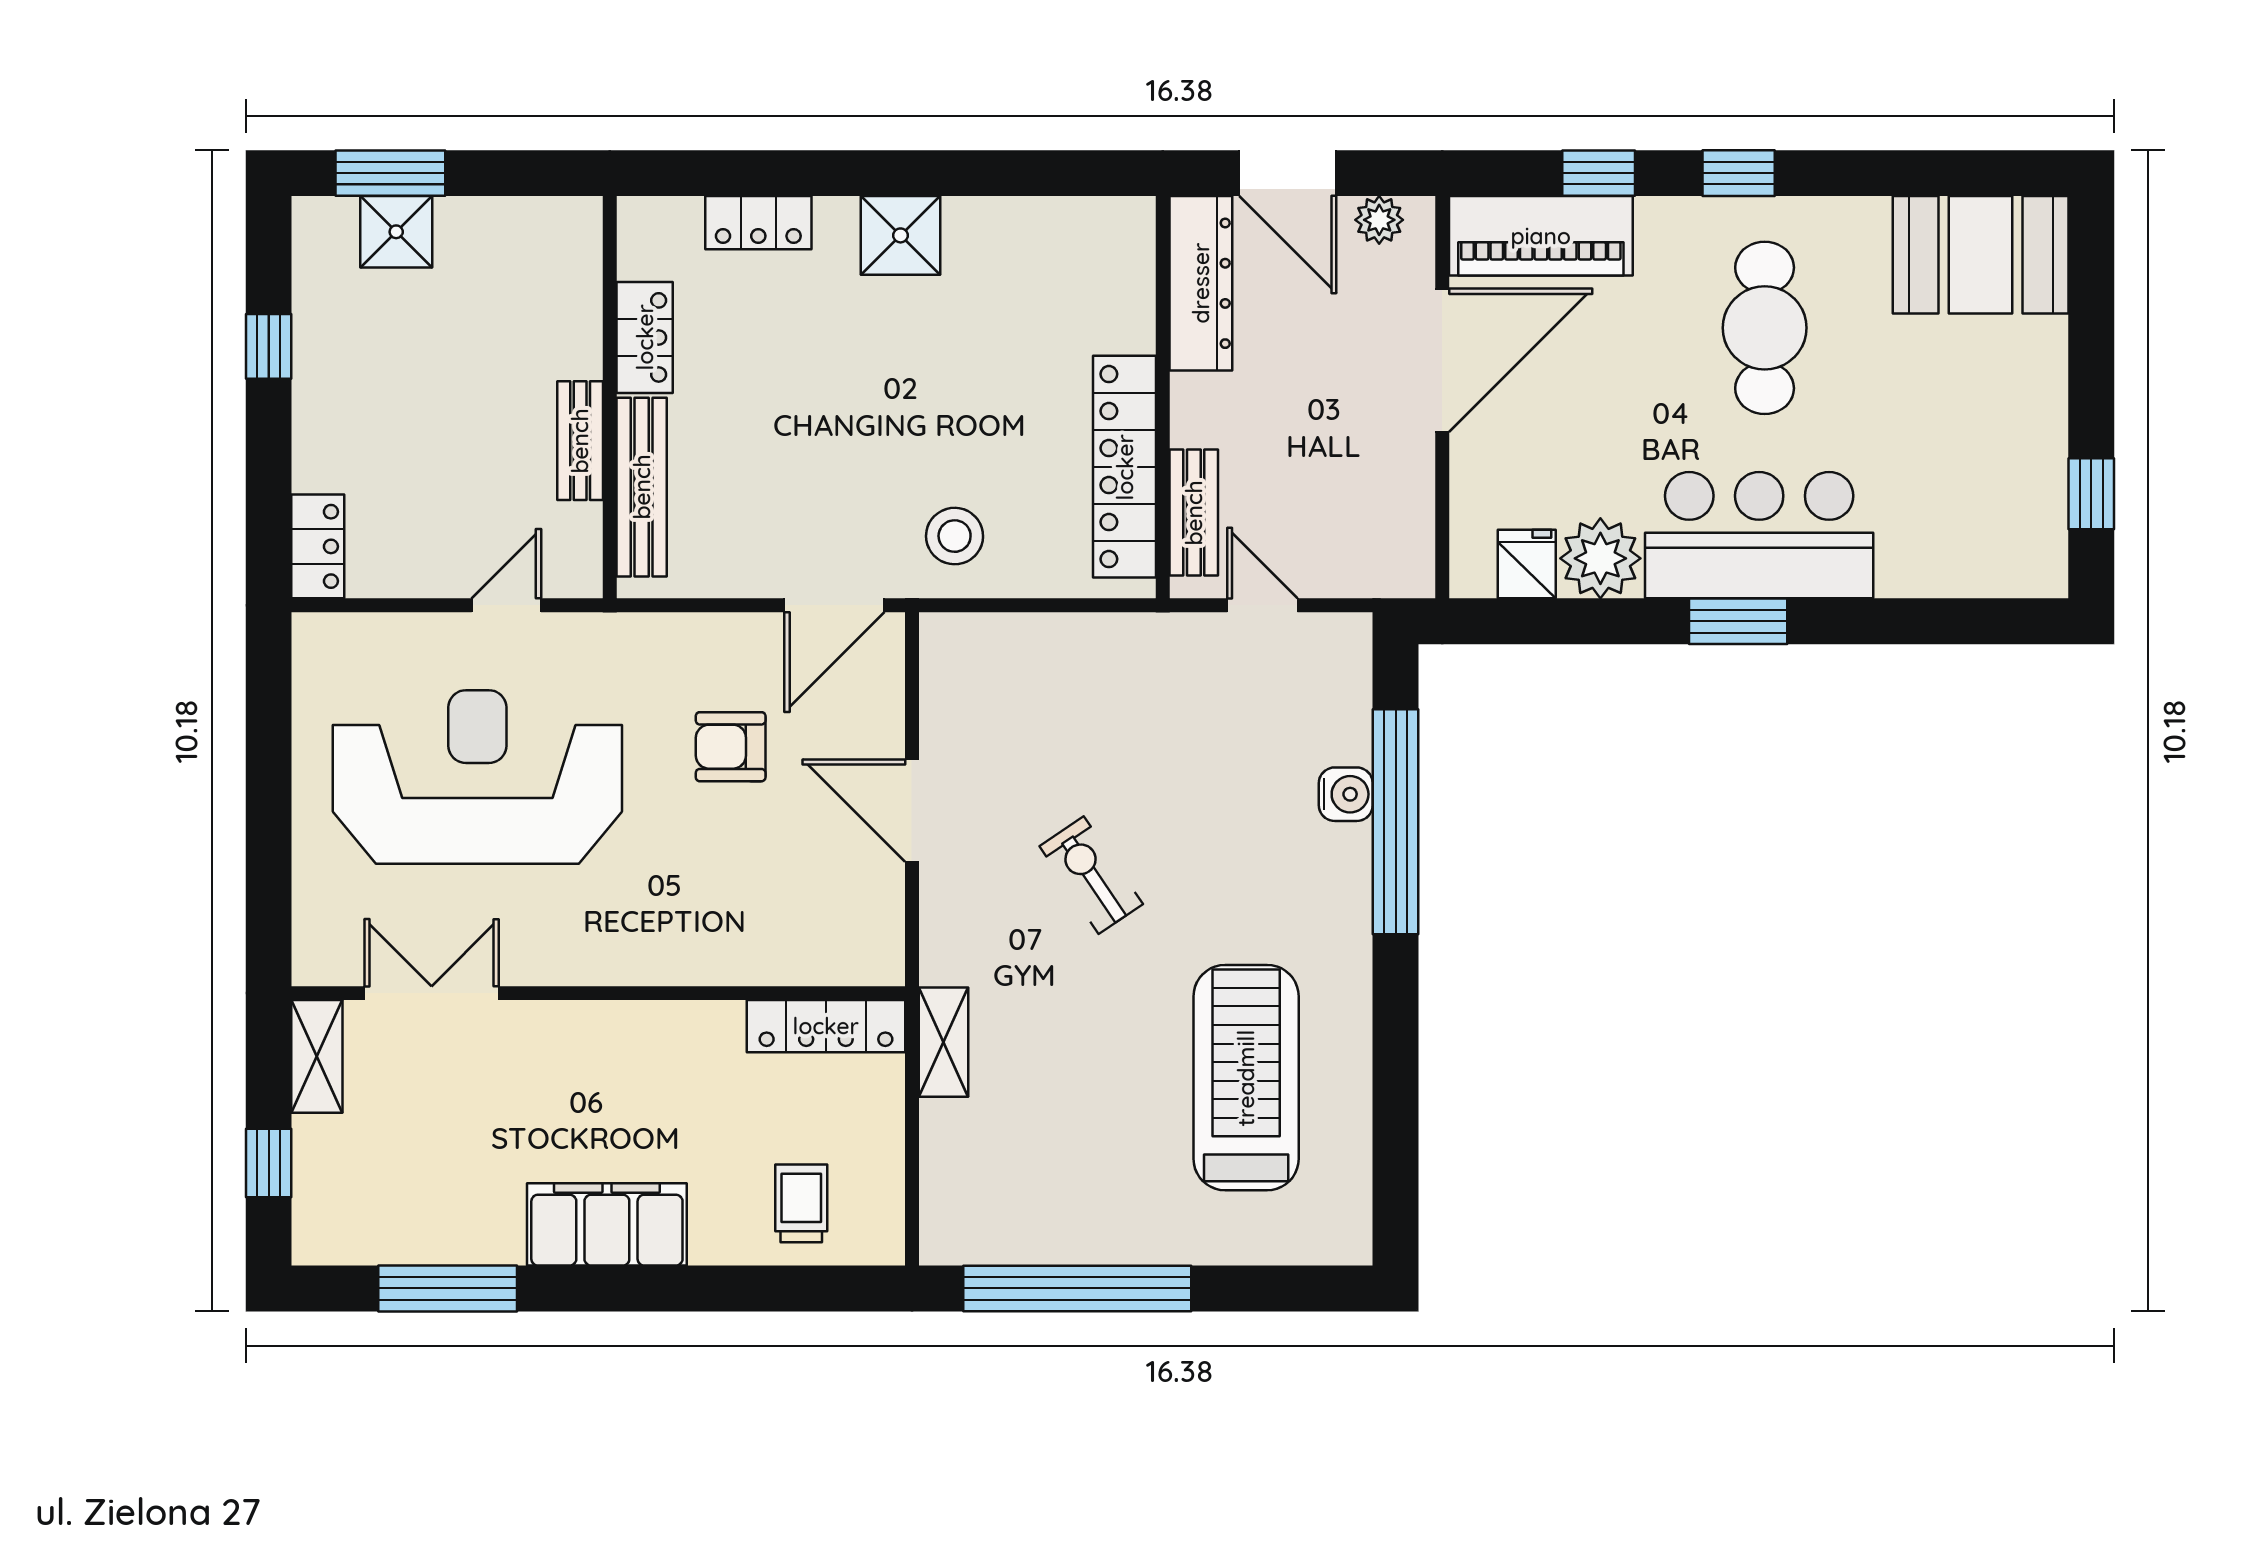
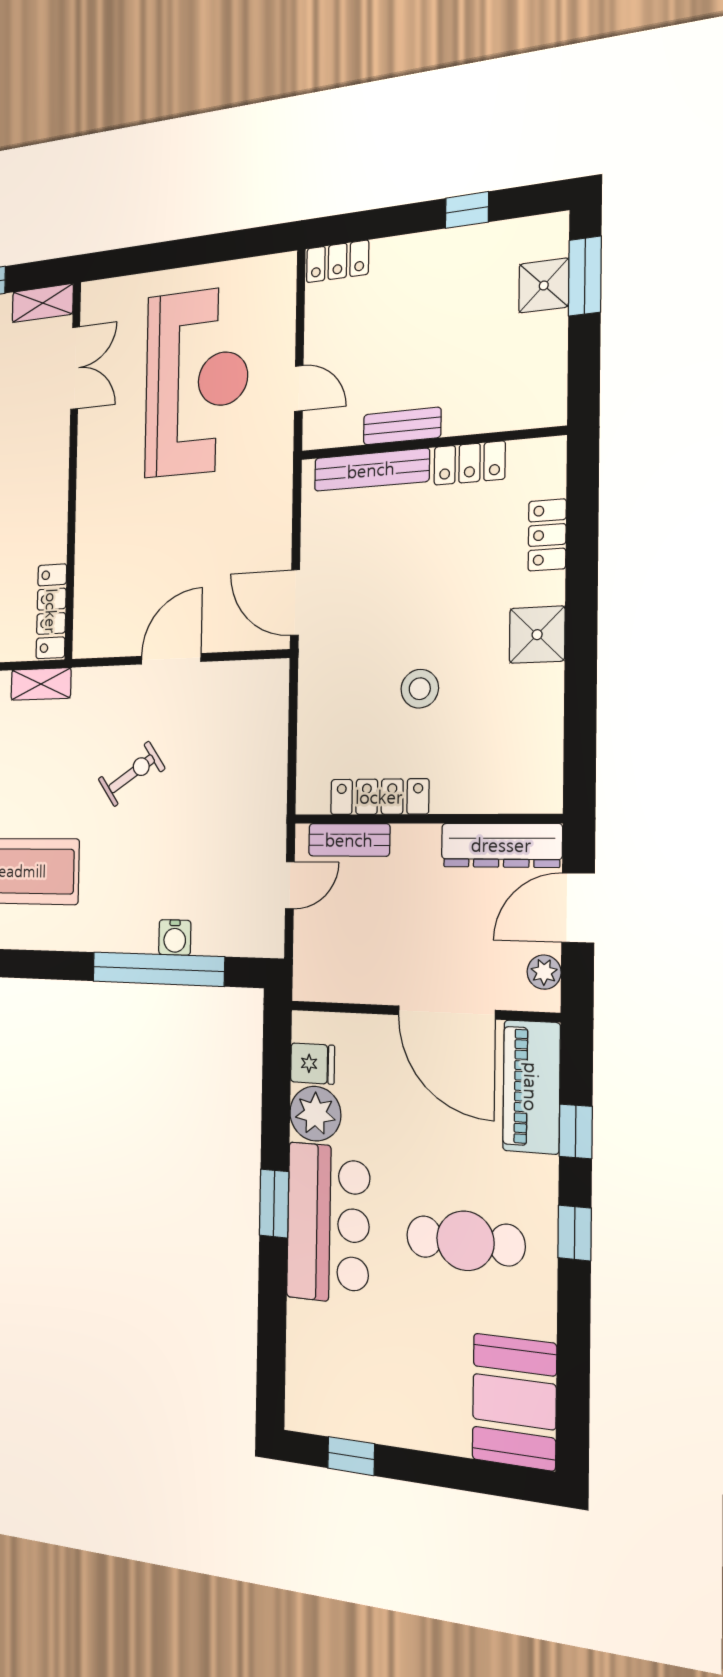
locker: (1125, 467) -> (379, 797), width x0.71, depth x0.83
stool: (955, 536) -> (420, 689), moved
armchair: (731, 747) -> (211, 541), removed

